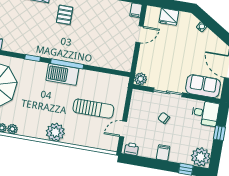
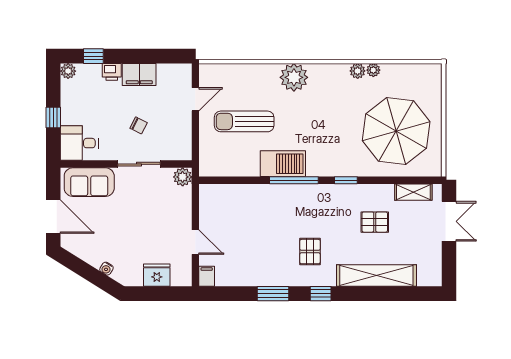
pallet: (18, 27) -> (375, 222), added
door: (140, 34) -> (195, 242), swing flipped
barbecue: (62, 74) -> (283, 164), moved
printer: (132, 149) -> (112, 72), moved
filing cabinet: (163, 153) -> (139, 74), width x2.00
plant: (201, 157) -> (68, 71), width x0.53, depth x0.53

